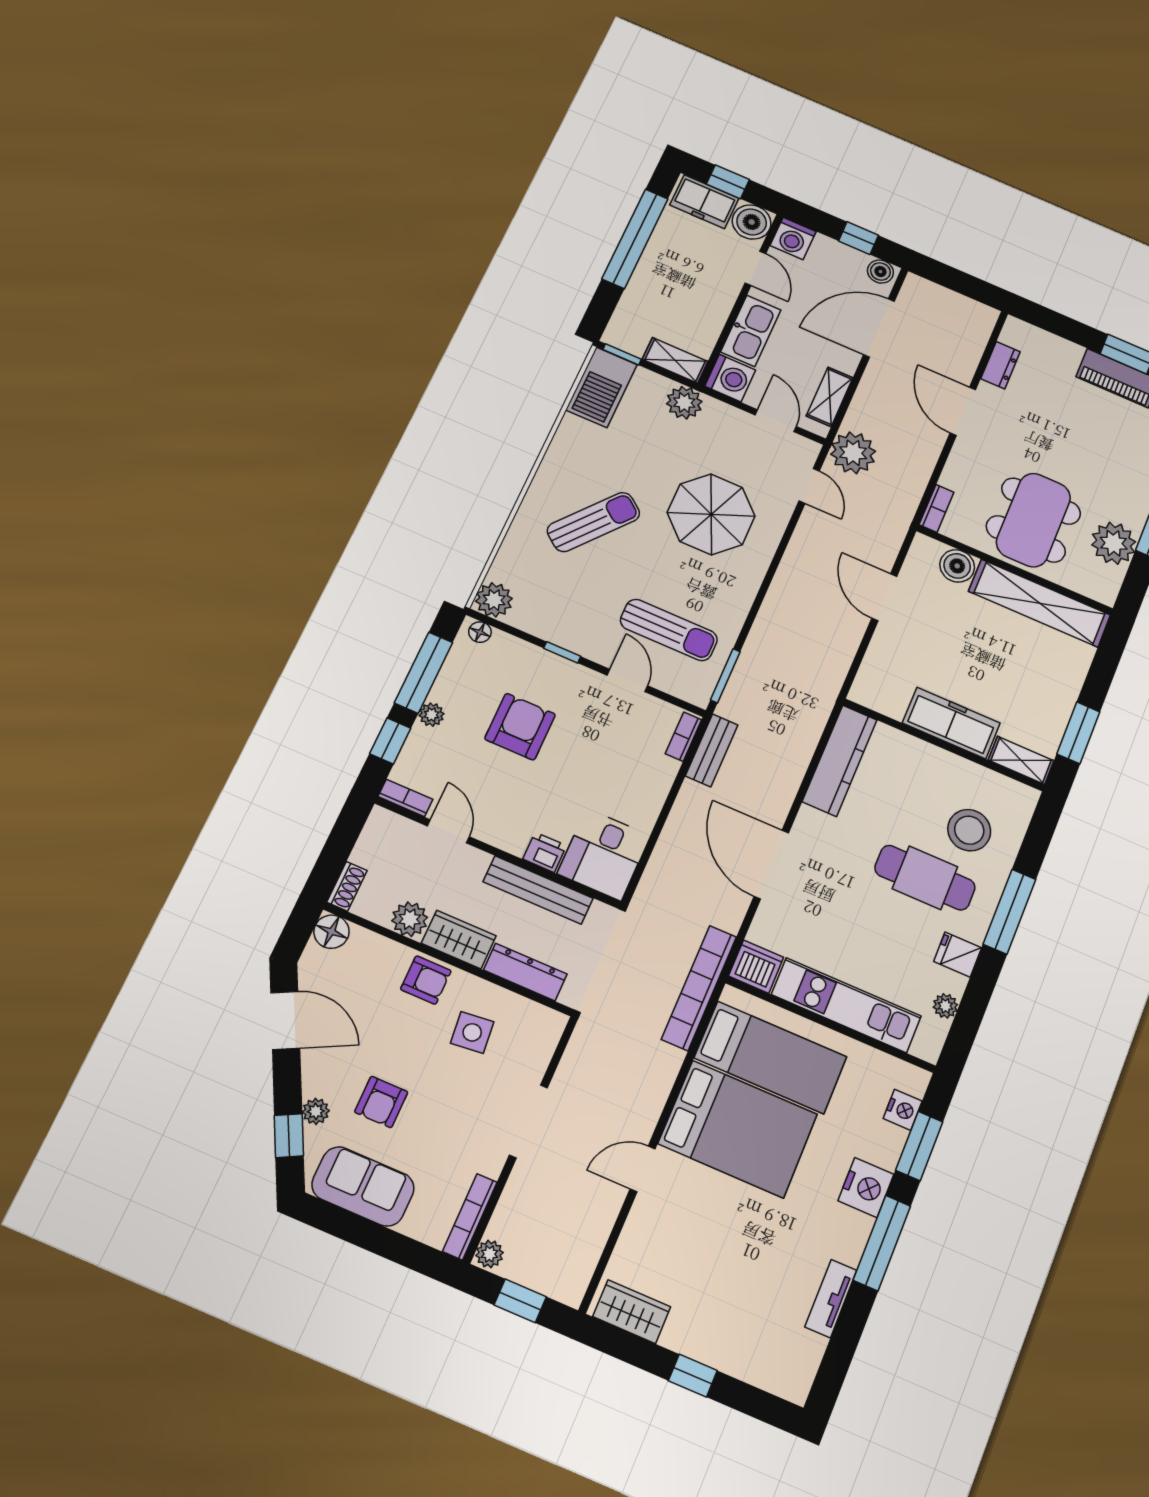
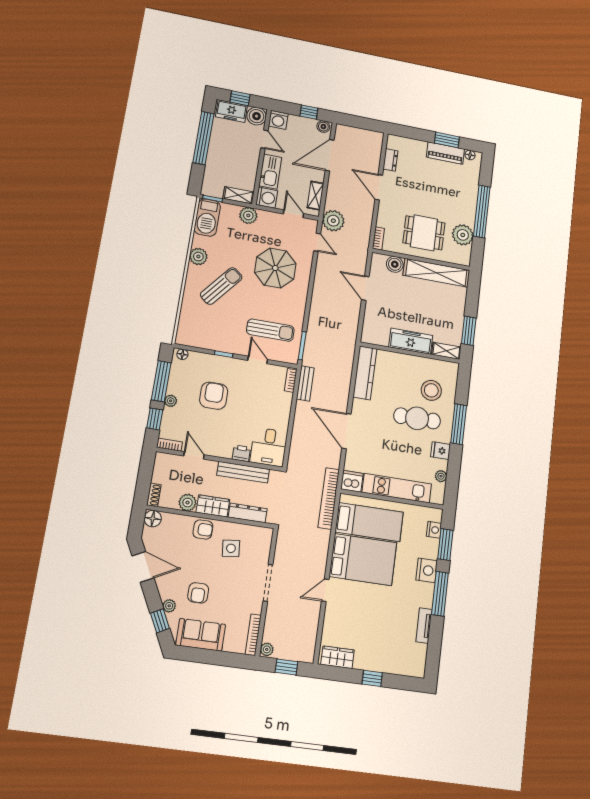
dining table: (1033, 520) -> (424, 233), width x0.73
plant: (494, 600) -> (198, 257), moved

